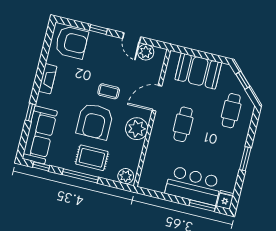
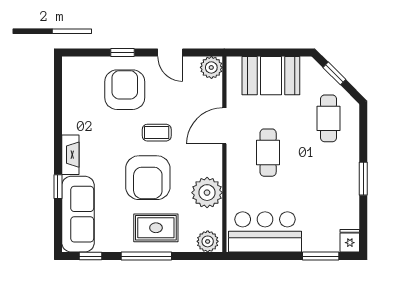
armchair: (72, 42) -> (125, 90), moved, turned -90
plant: (146, 52) -> (211, 67), moved
fireplace: (48, 79) -> (70, 155), moved
plant: (137, 129) -> (207, 193), moved
bar counter: (193, 186) -> (265, 232), moved

